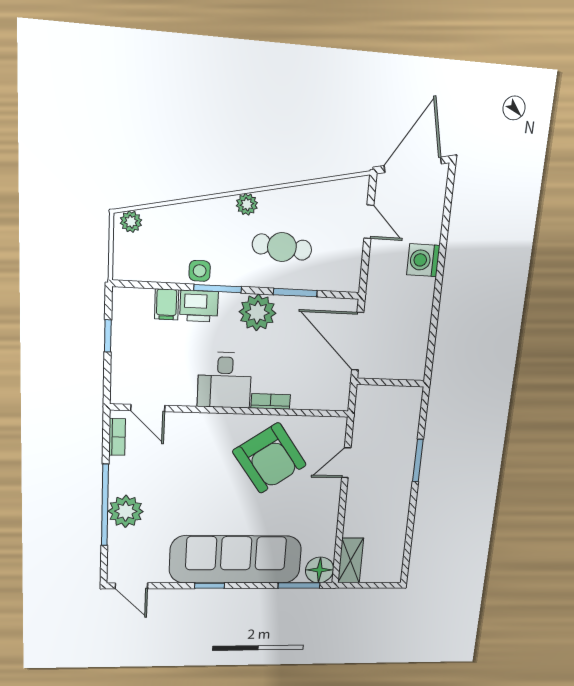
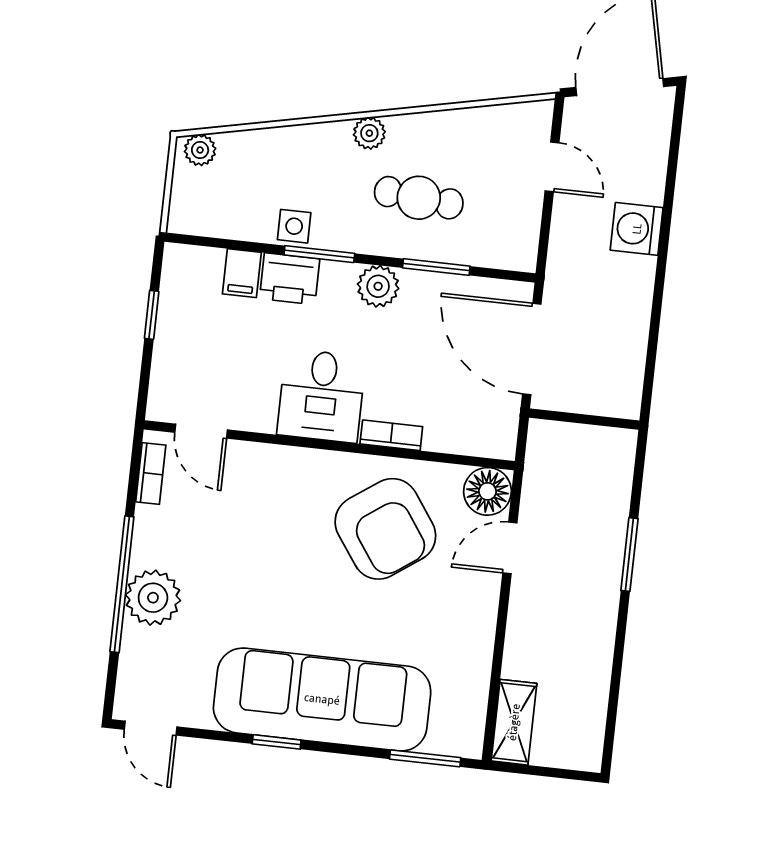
plant: (257, 312) -> (378, 286), width x0.73, depth x0.73
floor lamp: (320, 570) -> (487, 491), moved

